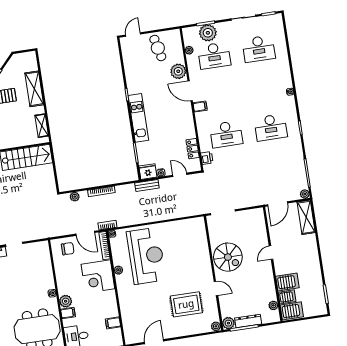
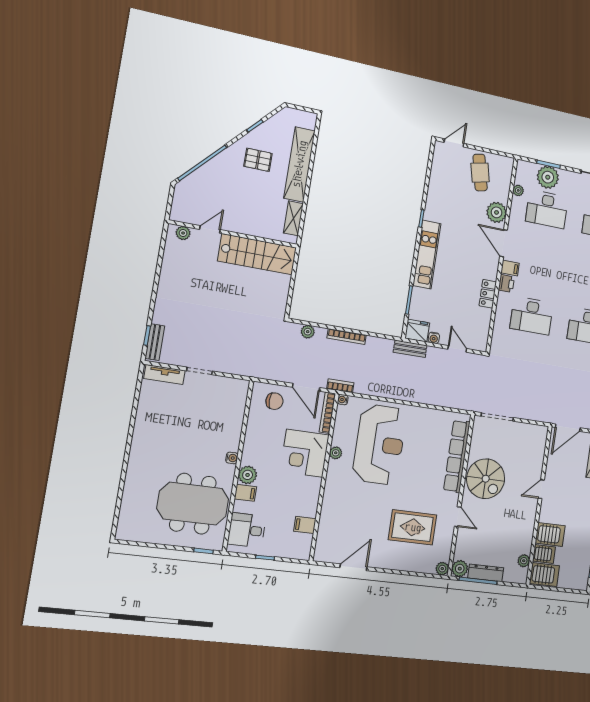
shelving: (34, 89) -> (299, 164), width x1.47
locker: (193, 149) -> (488, 294), moved
printer: (207, 158) -> (506, 283), moved
row of seats: (202, 248) -> (457, 456), added

